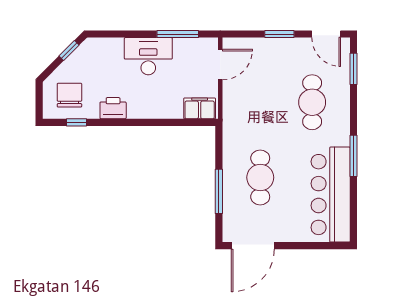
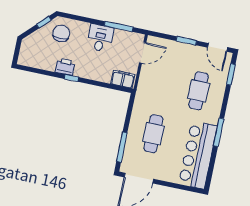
desk: (148, 56) -> (100, 38), width x0.73
chair: (69, 95) -> (61, 33), moved
window: (76, 122) -> (71, 78), moved
window: (219, 191) -> (122, 147), moved

